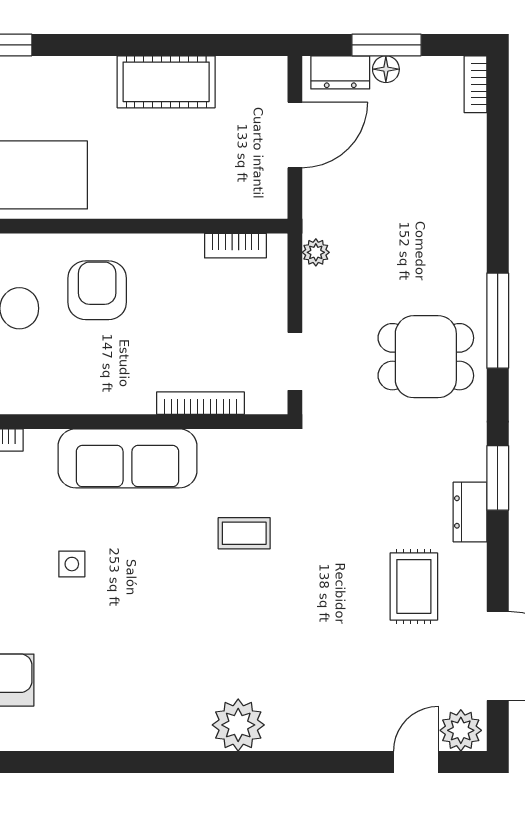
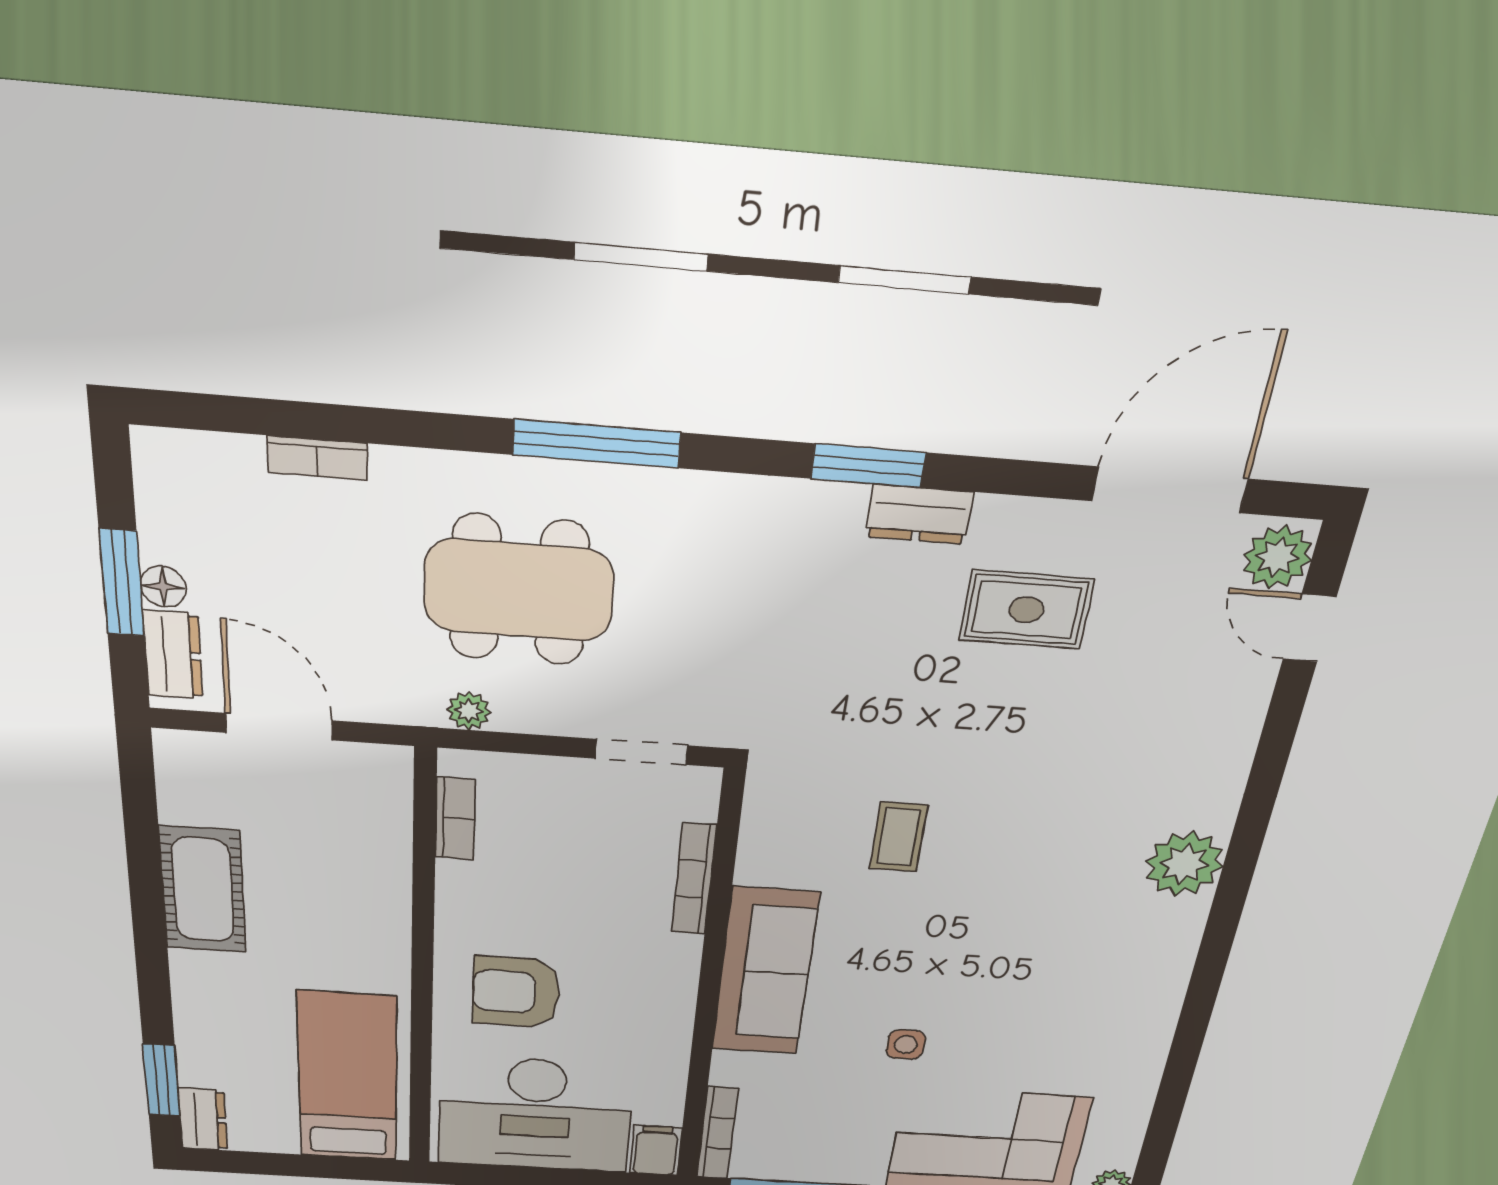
bookcase: (475, 84) -> (317, 458), moved
dining table: (426, 357) -> (519, 590), moved, width x1.38

